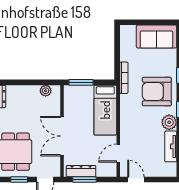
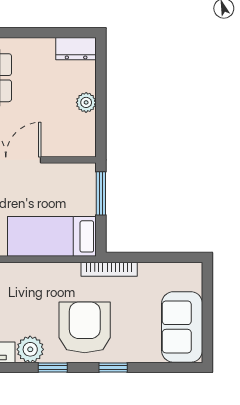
plant: (46, 91) -> (86, 102), moved

